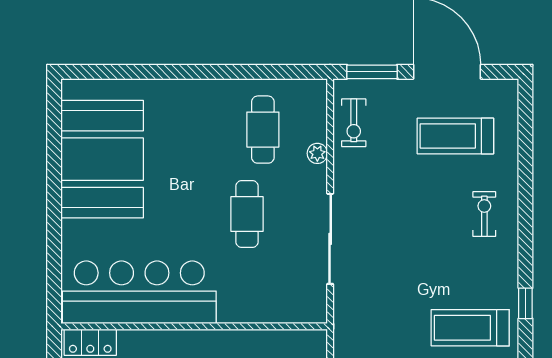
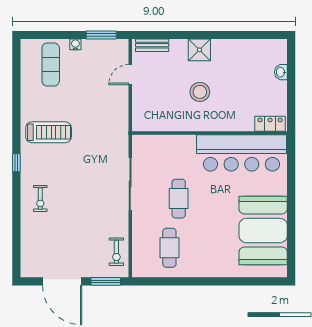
exercise bike: (354, 123) -> (116, 252), turned 180
treadmill: (455, 136) -> (57, 244), removed
plant: (317, 153) -> (138, 234), removed
window: (525, 303) -> (16, 163), moved

